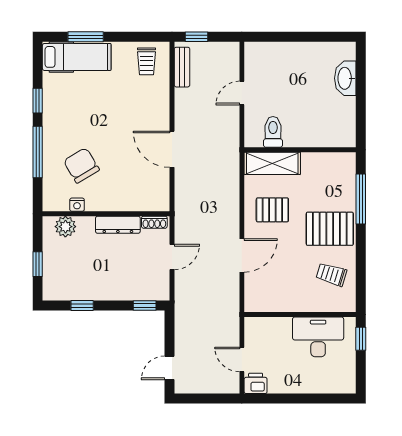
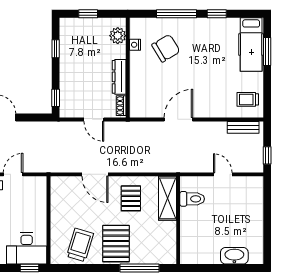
window: (197, 37) -> (267, 155), moved
trolley: (331, 274) -> (80, 245), width x1.36, depth x1.39
desk: (318, 337) -> (27, 248), moved, turned 90

